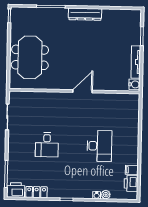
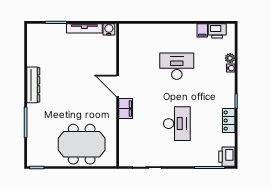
filing cabinet: (62, 98) -> (126, 108), added
desk: (47, 145) -> (177, 124), width x1.37
locker: (37, 192) -> (229, 121), moved

